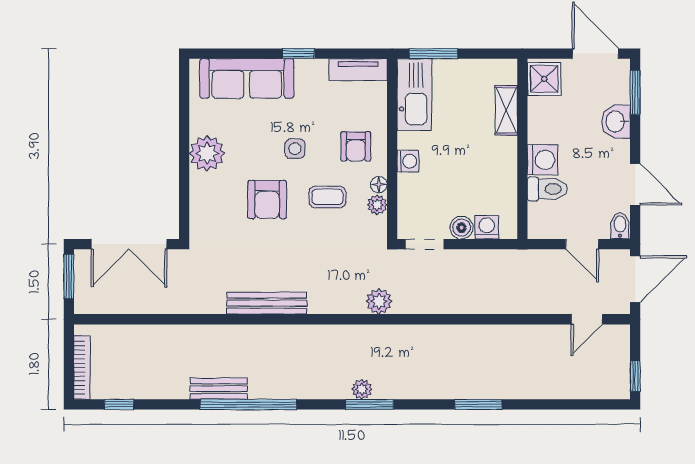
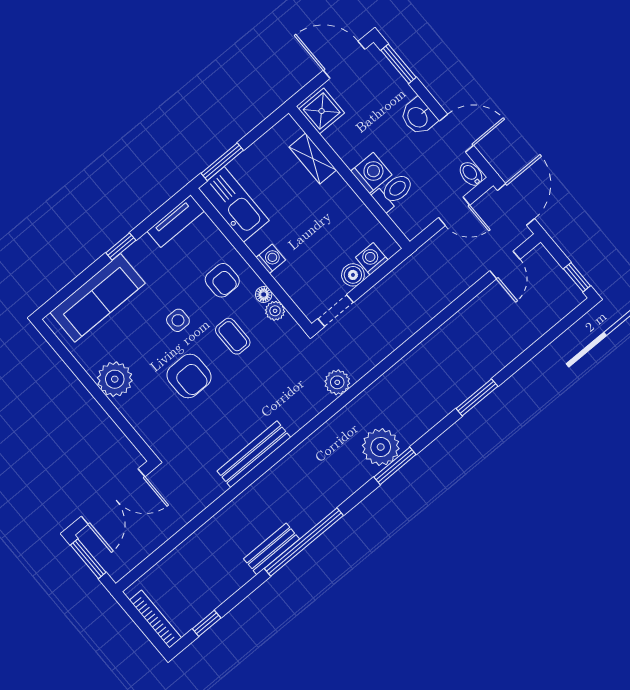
washbasin: (616, 122) -> (418, 117), moved
coffee table: (327, 197) -> (233, 336), turned 90
plant: (362, 389) -> (381, 447), width x1.88, depth x1.88

